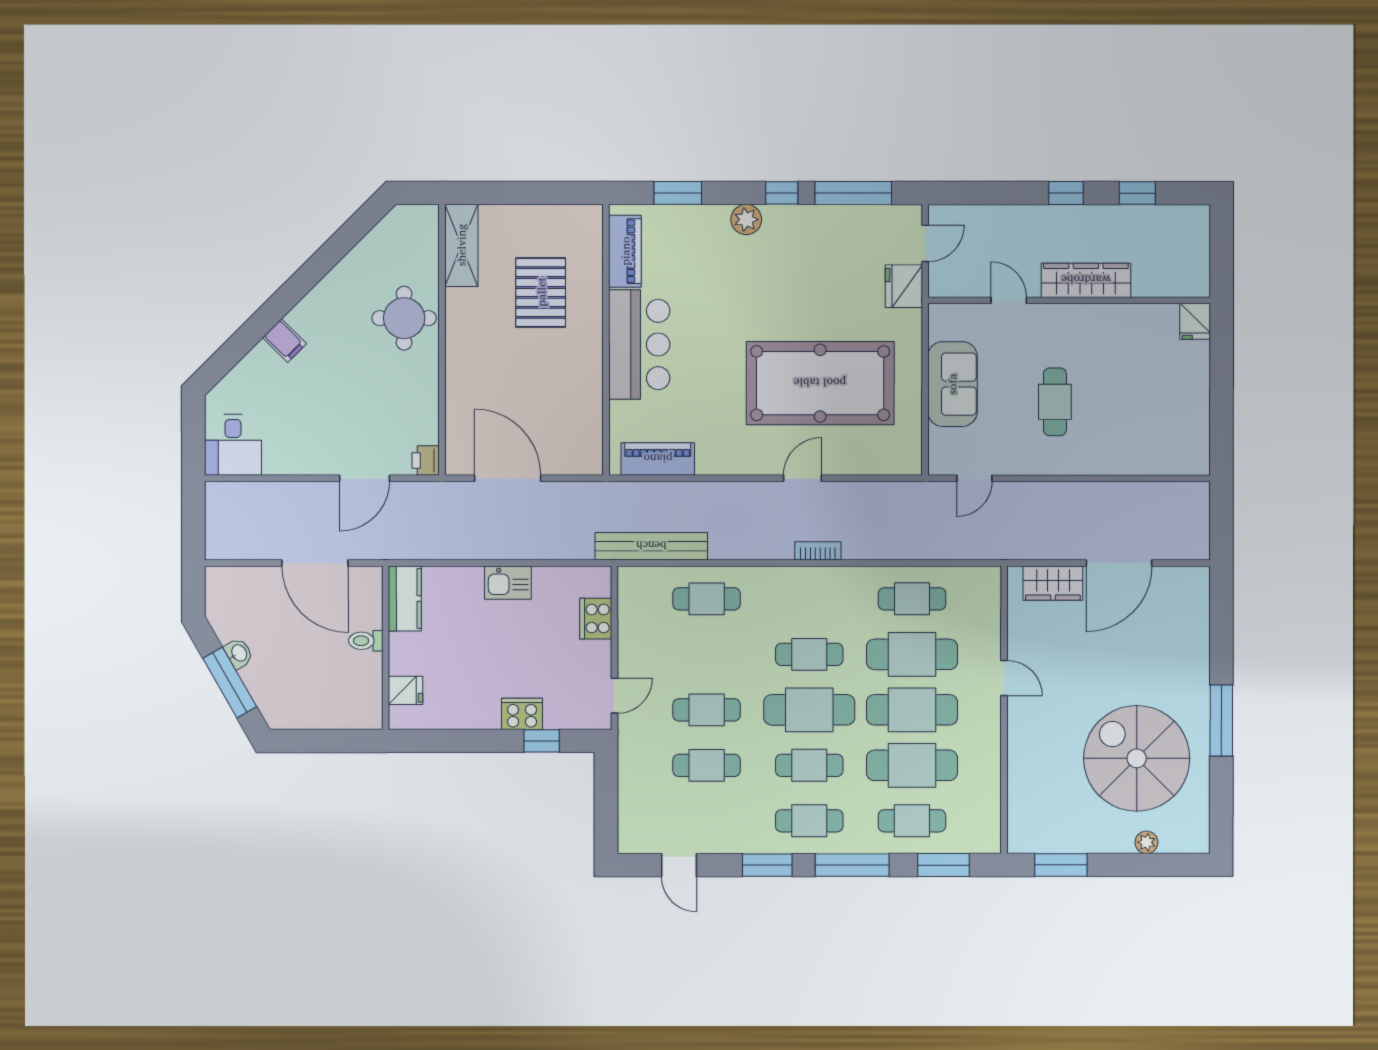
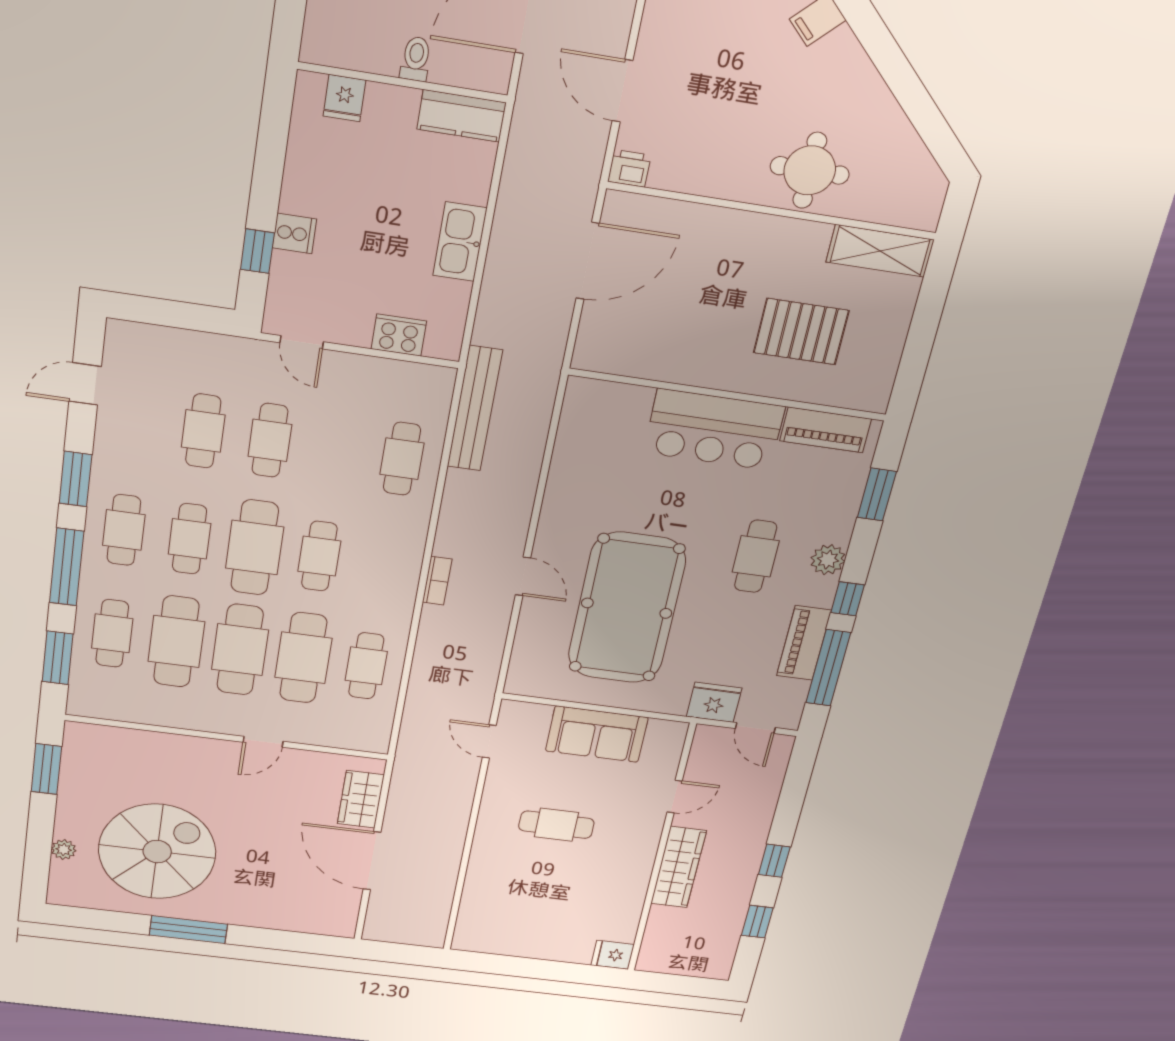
cafe table: (753, 283) -> (756, 556), added
piano: (658, 459) -> (804, 643), moved, turned 180
kitchen sink: (508, 583) -> (460, 242), width x1.38
cooker: (522, 714) -> (294, 233), width x0.73

